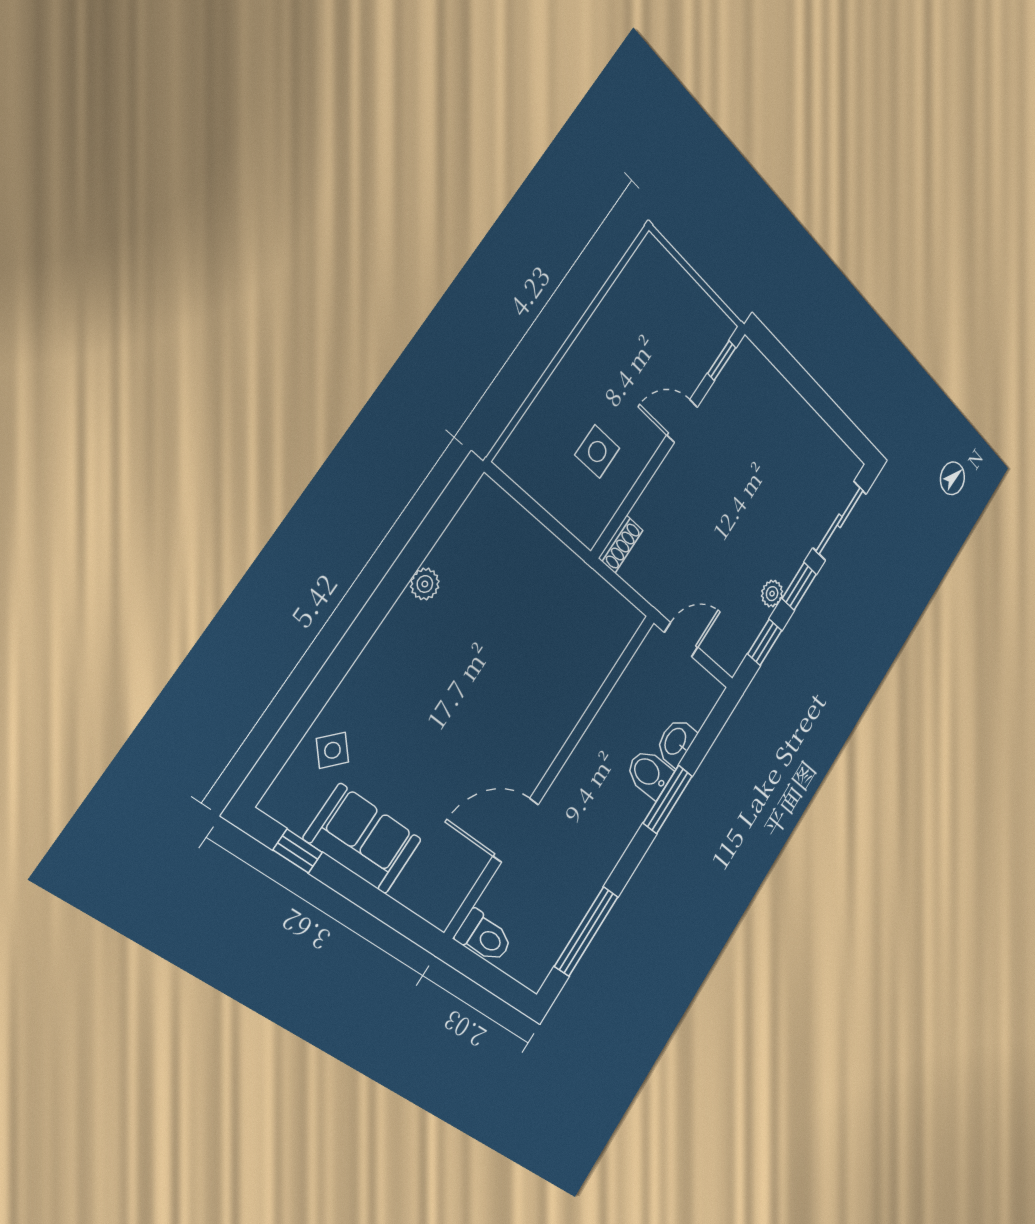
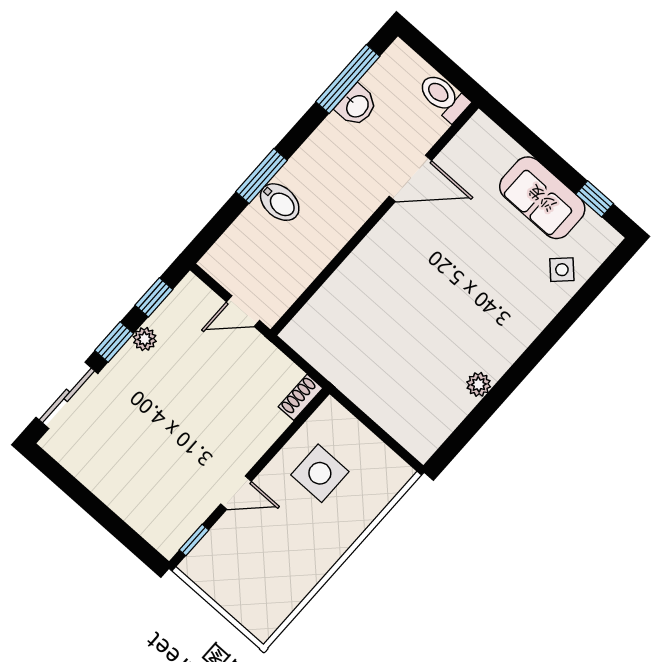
side table: (597, 452) -> (320, 473), width x1.37, depth x1.37
washbasin: (676, 742) -> (357, 106), moved

